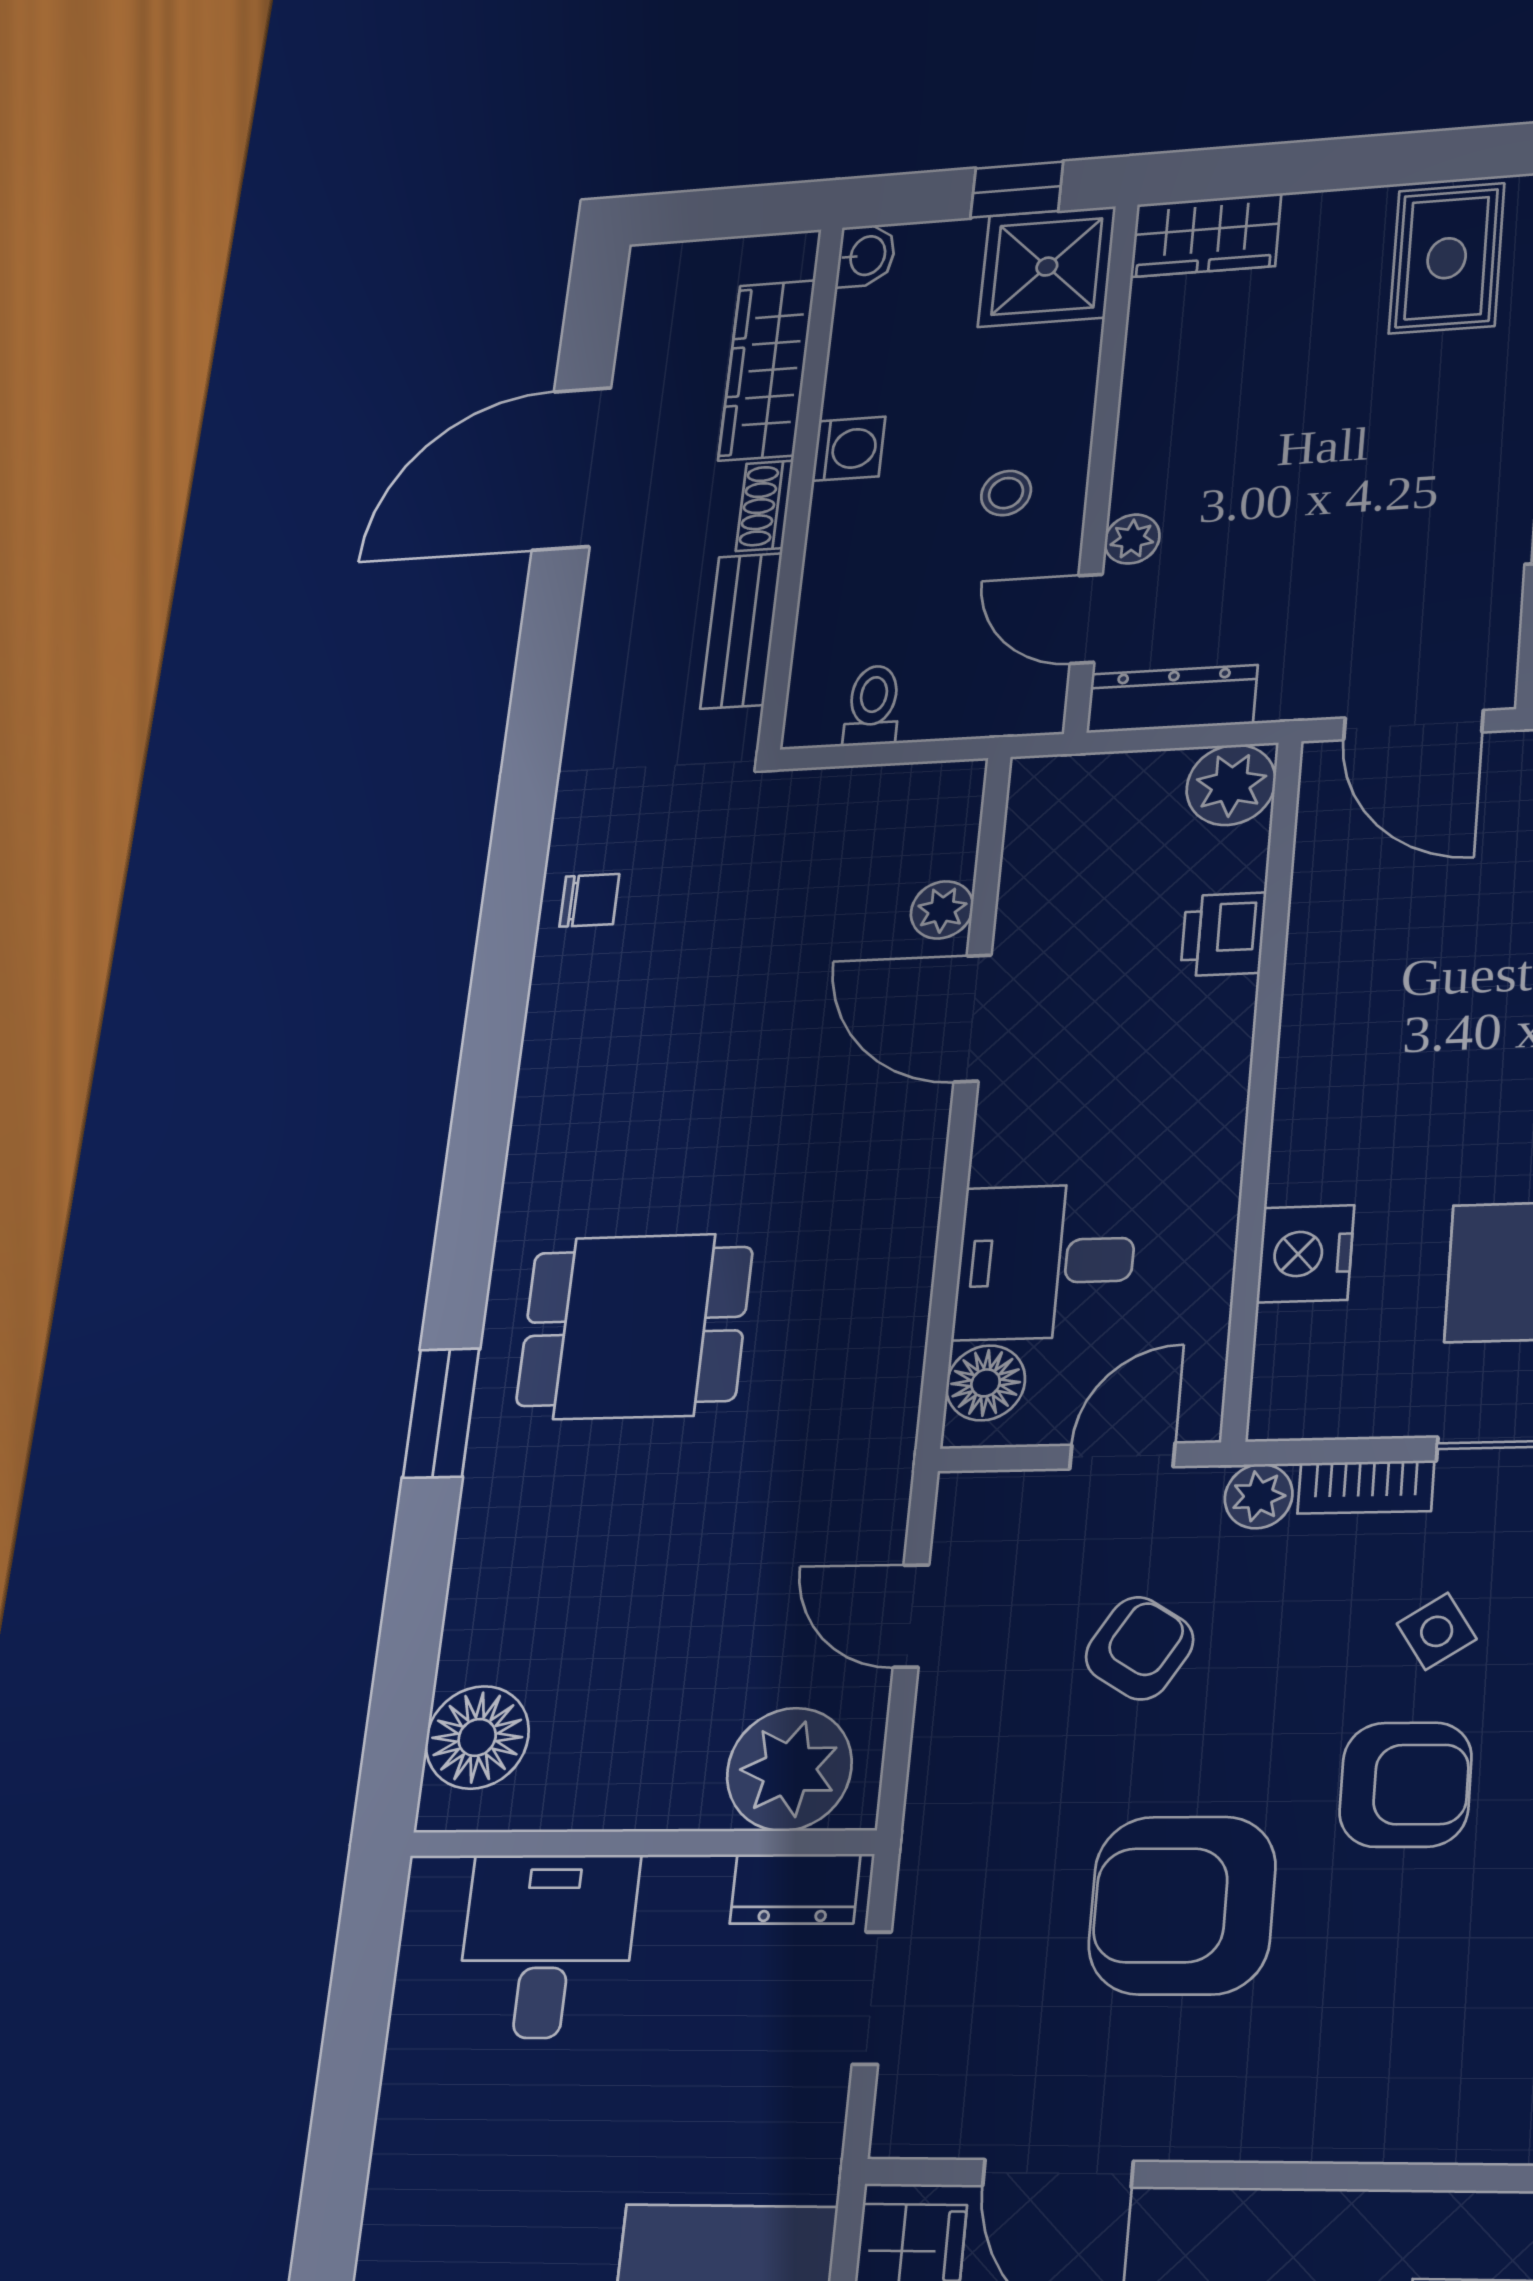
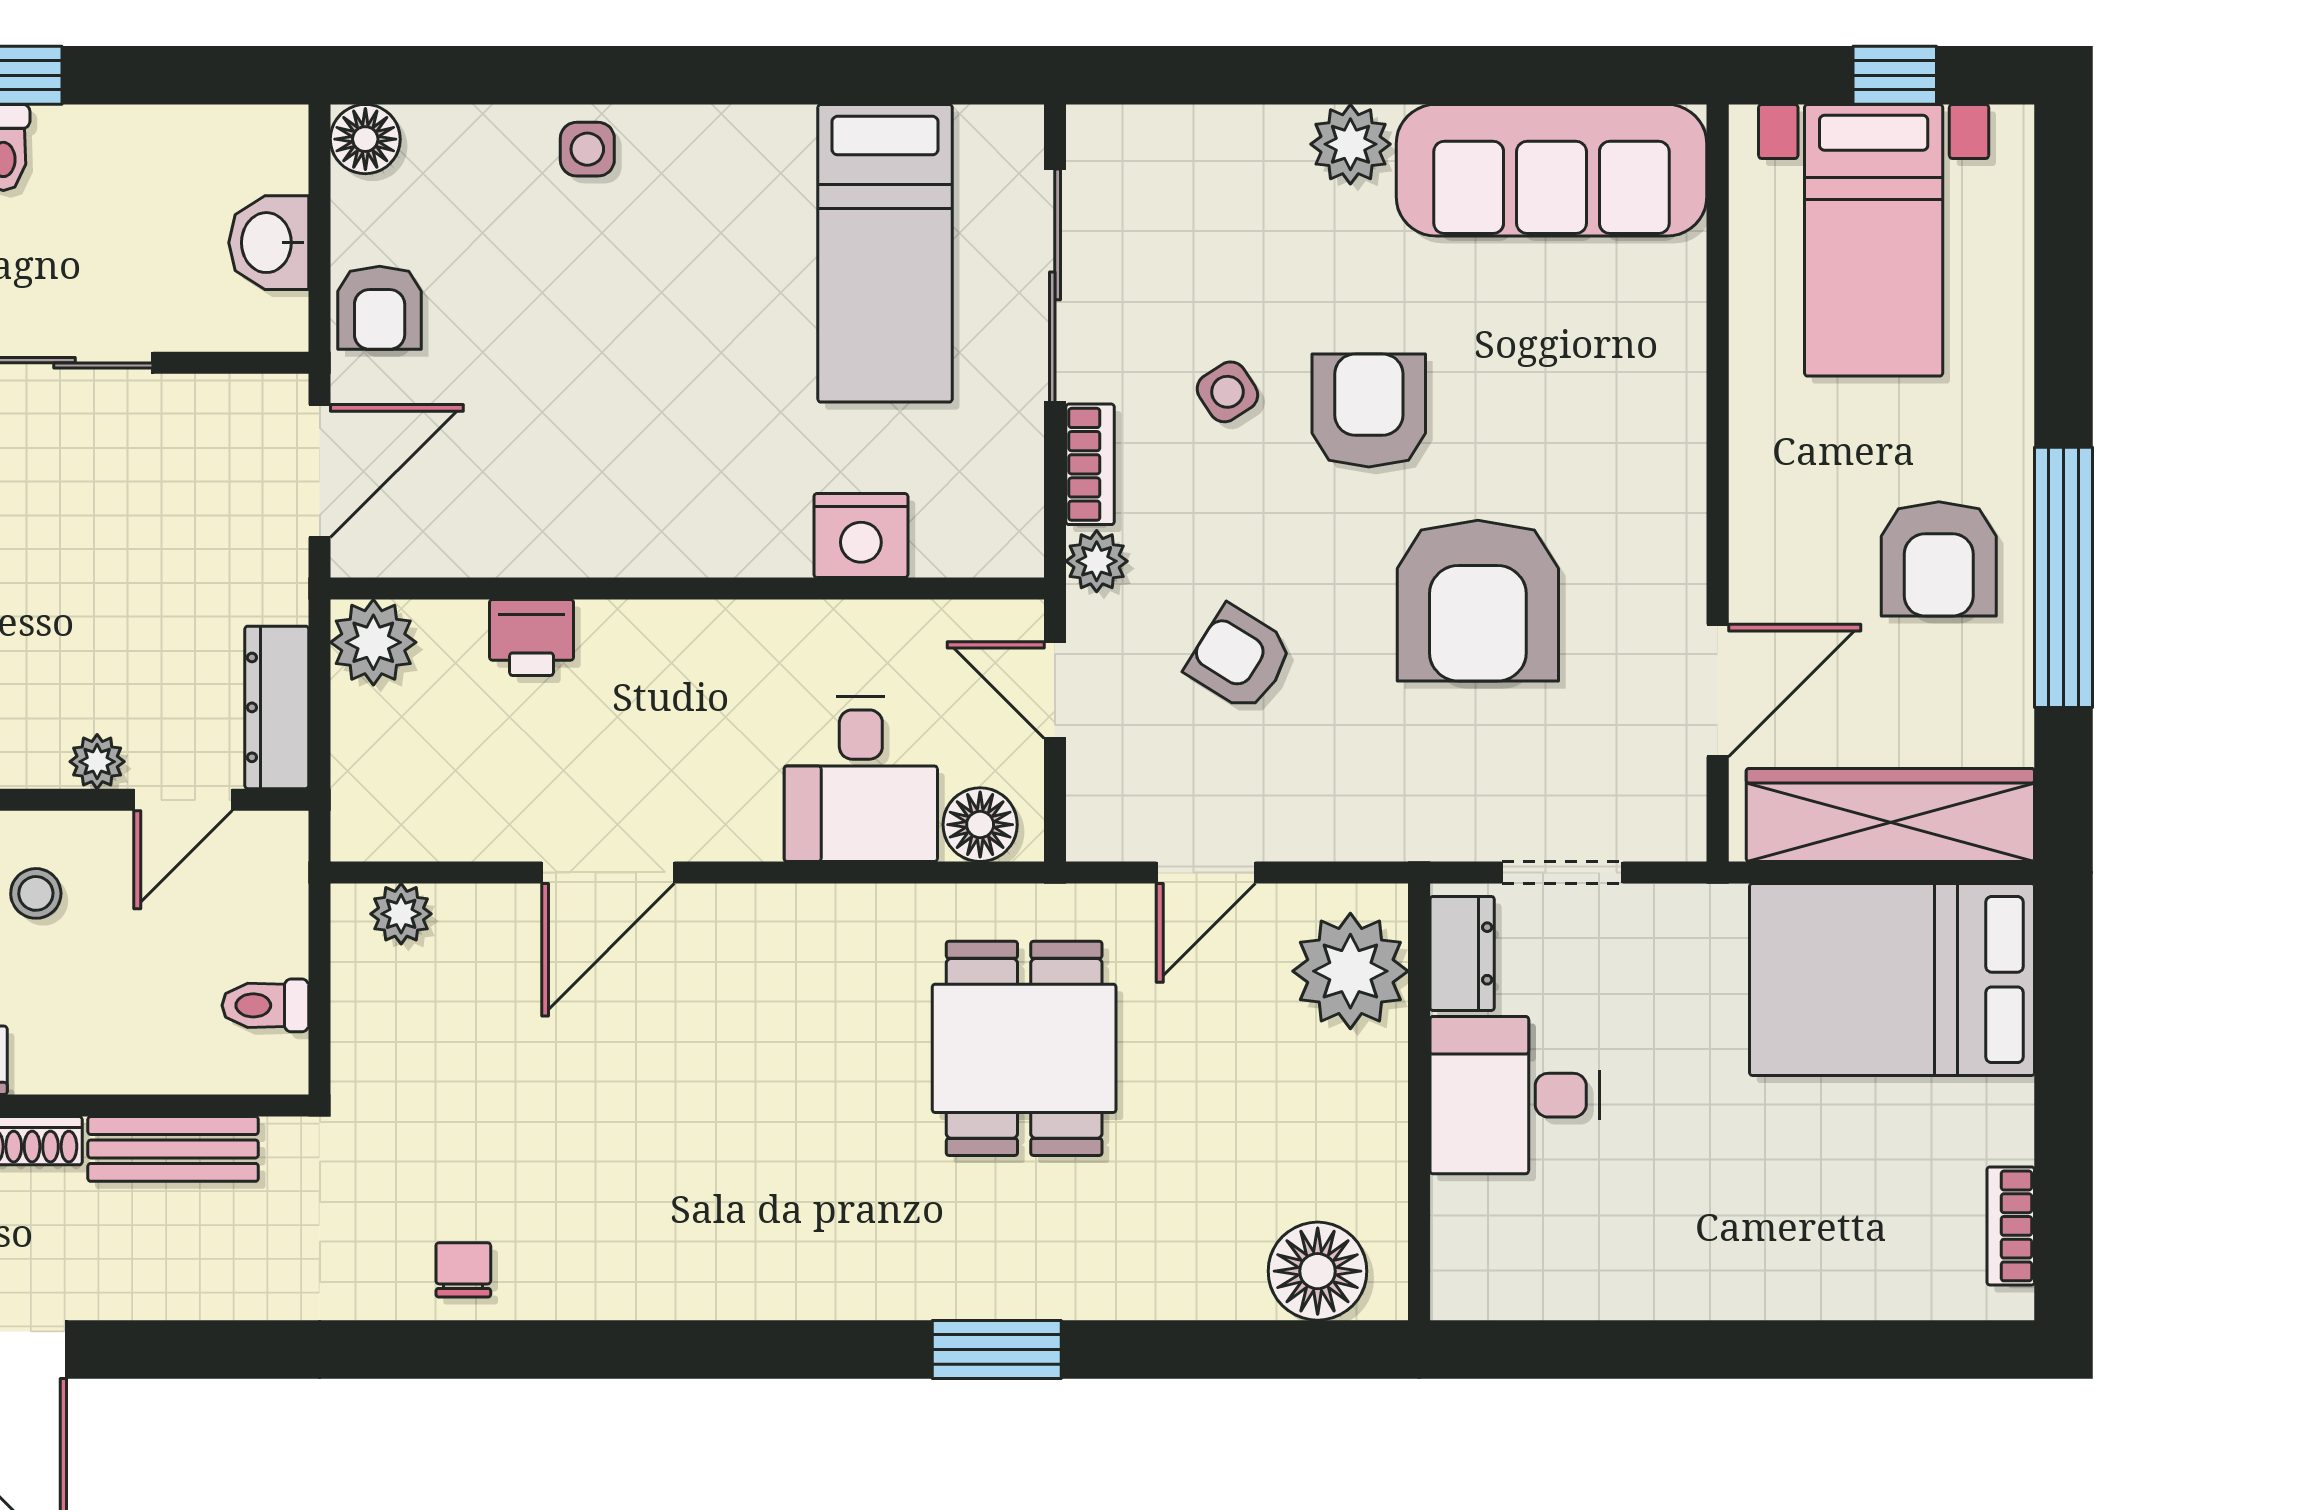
plant: (942, 910) -> (401, 914), moved
dining table: (634, 1326) -> (1024, 1048), moved
desk: (547, 1946) -> (1515, 1095), moved

